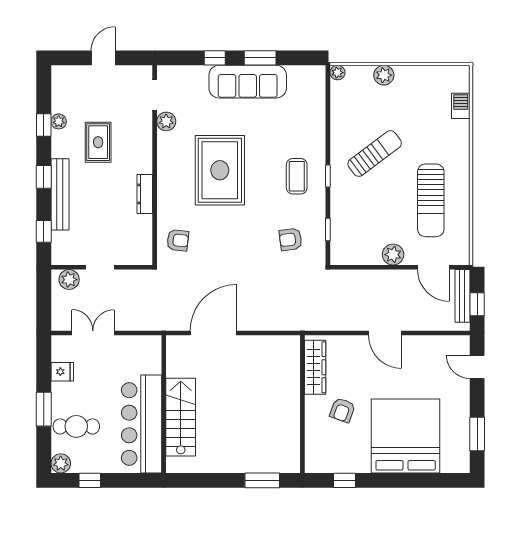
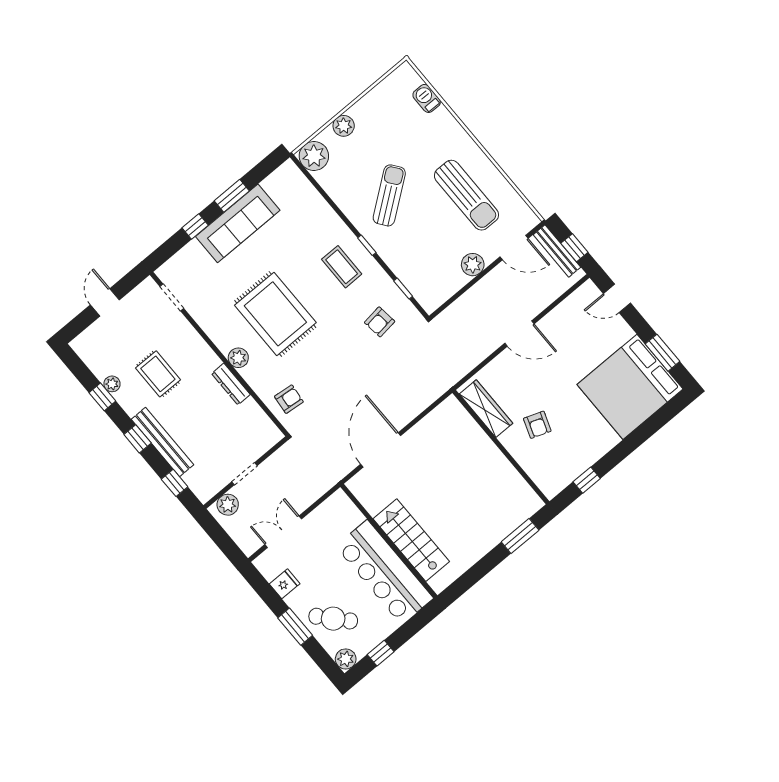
plant: (337, 73) -> (314, 156), width x1.88, depth x1.88
plant: (166, 121) -> (238, 358), moved
cafe table: (76, 426) -> (333, 619), turned 48
bed: (406, 436) -> (630, 387), moved, turned -90

